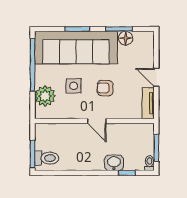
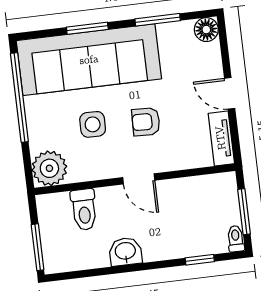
floor lamp: (126, 38) -> (206, 30), moved
plant: (45, 96) -> (49, 168), moved
toilet: (47, 158) -> (84, 210), moved, turned 90
washbasin: (114, 163) -> (125, 252), moved

